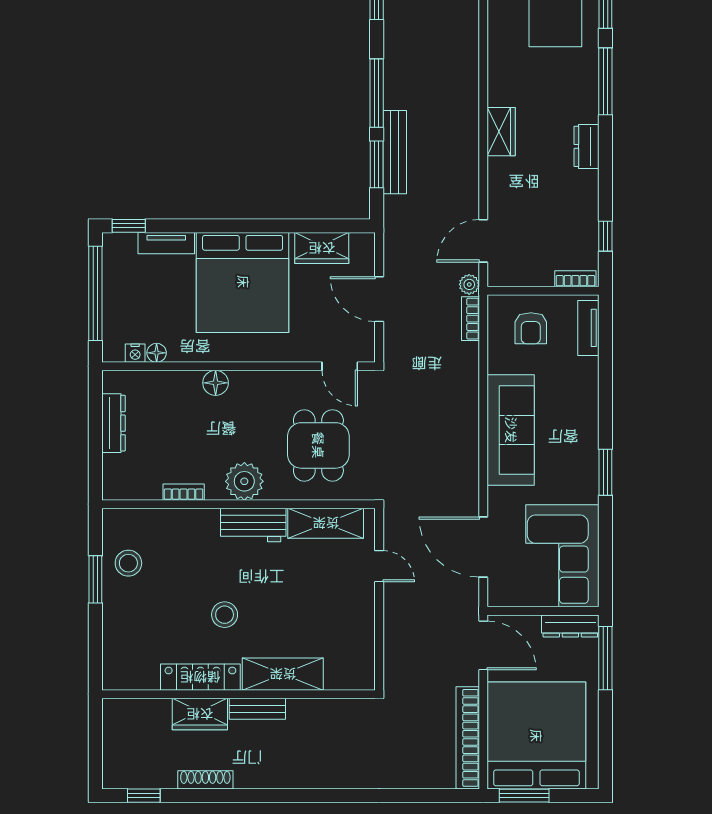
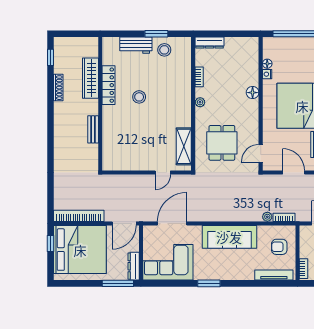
plant: (469, 284) -> (267, 217), moved
door: (379, 299) -> (294, 173), hinge flipped
tv unit: (588, 328) -> (274, 275), width x1.41
nightstand: (135, 353) -> (267, 74), moved
dresser: (114, 423) -> (209, 43), moved
dining table: (318, 445) -> (222, 143), turned 90
plant: (244, 481) -> (200, 102), width x0.53, depth x0.53
workbench: (253, 525) -> (136, 45), moved, turned -90
shelving: (283, 674) -> (110, 125), removed
bench: (257, 709) -> (93, 129), moved
wardrobe: (200, 714) -> (90, 78), width x1.50
window: (524, 796) -> (50, 244), width x0.67

